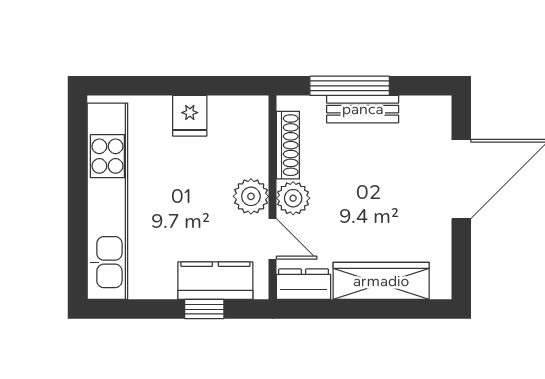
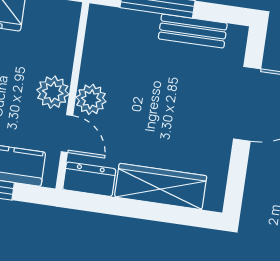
bench: (363, 109) -> (193, 31), moved
shoe rack: (288, 145) -> (93, 50), removed

